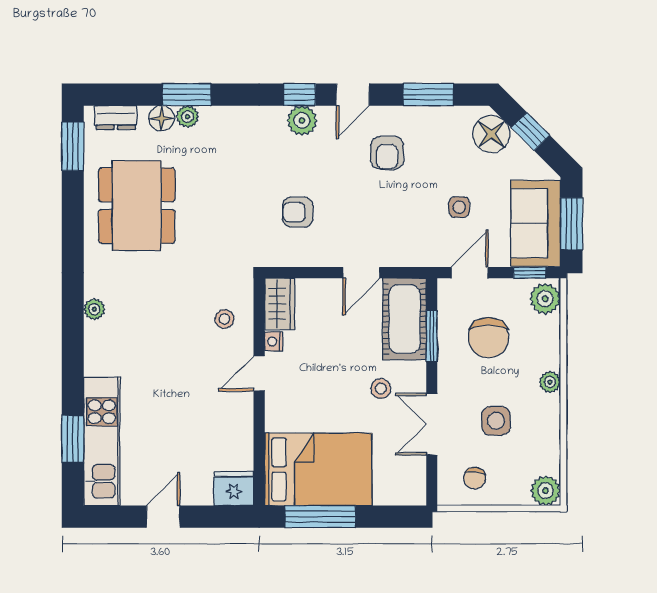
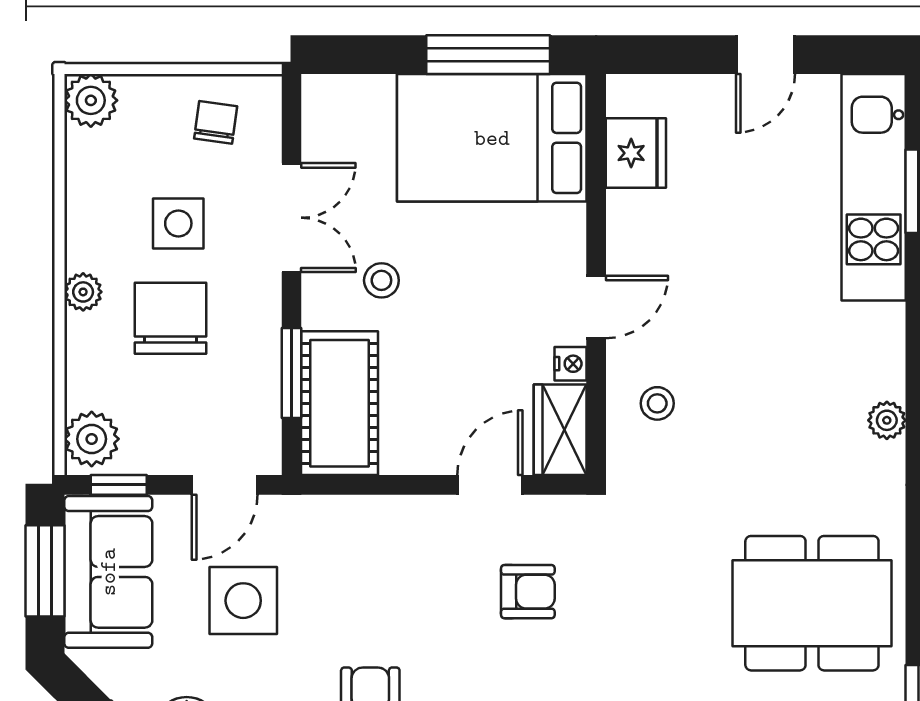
dining table: (137, 206) -> (812, 603), turned 90
side table: (459, 207) -> (243, 601), width x1.87, depth x1.87
door: (361, 273) -> (490, 485), moved
chair: (488, 338) -> (171, 318), moved
fridge: (234, 489) -> (636, 153), moved, turned -90

